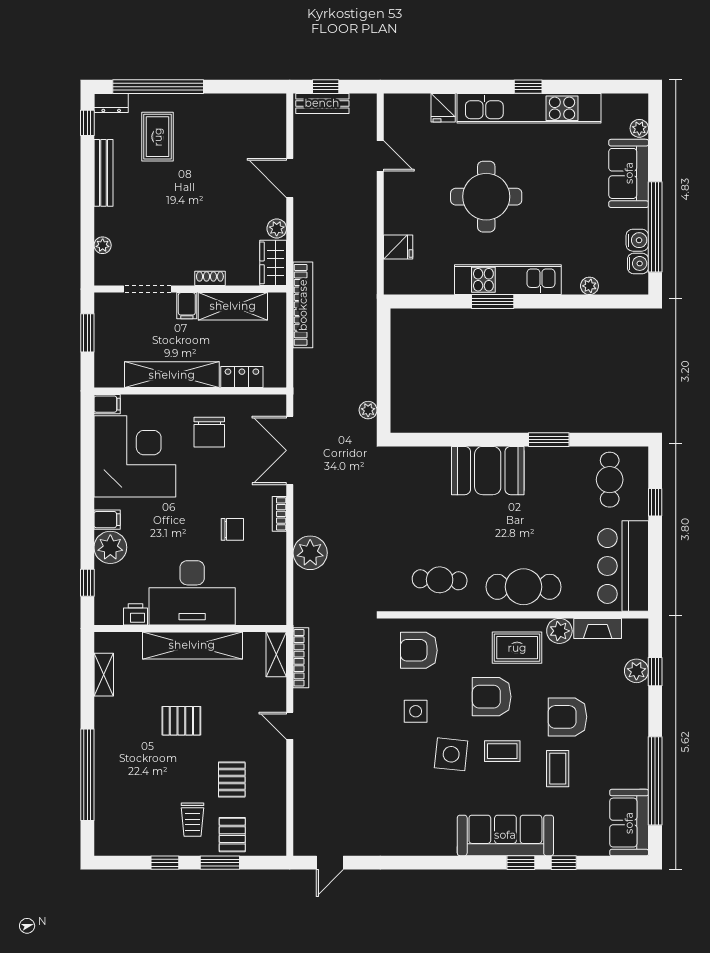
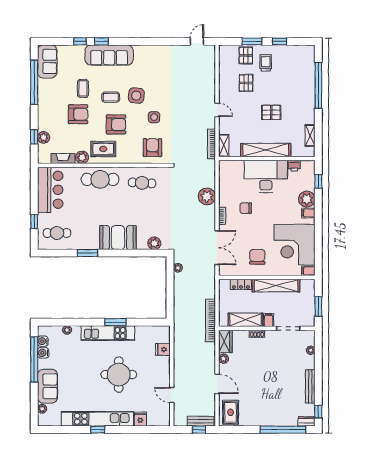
rug: (158, 137) -> (231, 412), moved
plant: (415, 459) -> (154, 243), added
cafe table: (610, 480) -> (57, 233), turned 90
armchair: (419, 650) -> (152, 148), turned -90

